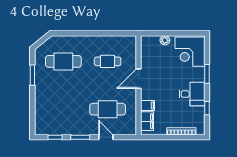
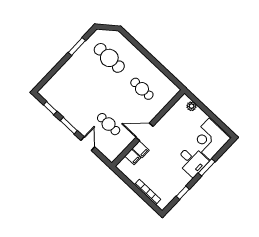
plant: (165, 40) -> (191, 106), moved
door: (139, 79) -> (144, 132), moved
desk: (192, 94) -> (192, 161), moved
cafe table: (108, 109) -> (109, 124), width x0.73, depth x0.74
filing cabinet: (147, 121) -> (133, 157), width x0.50

